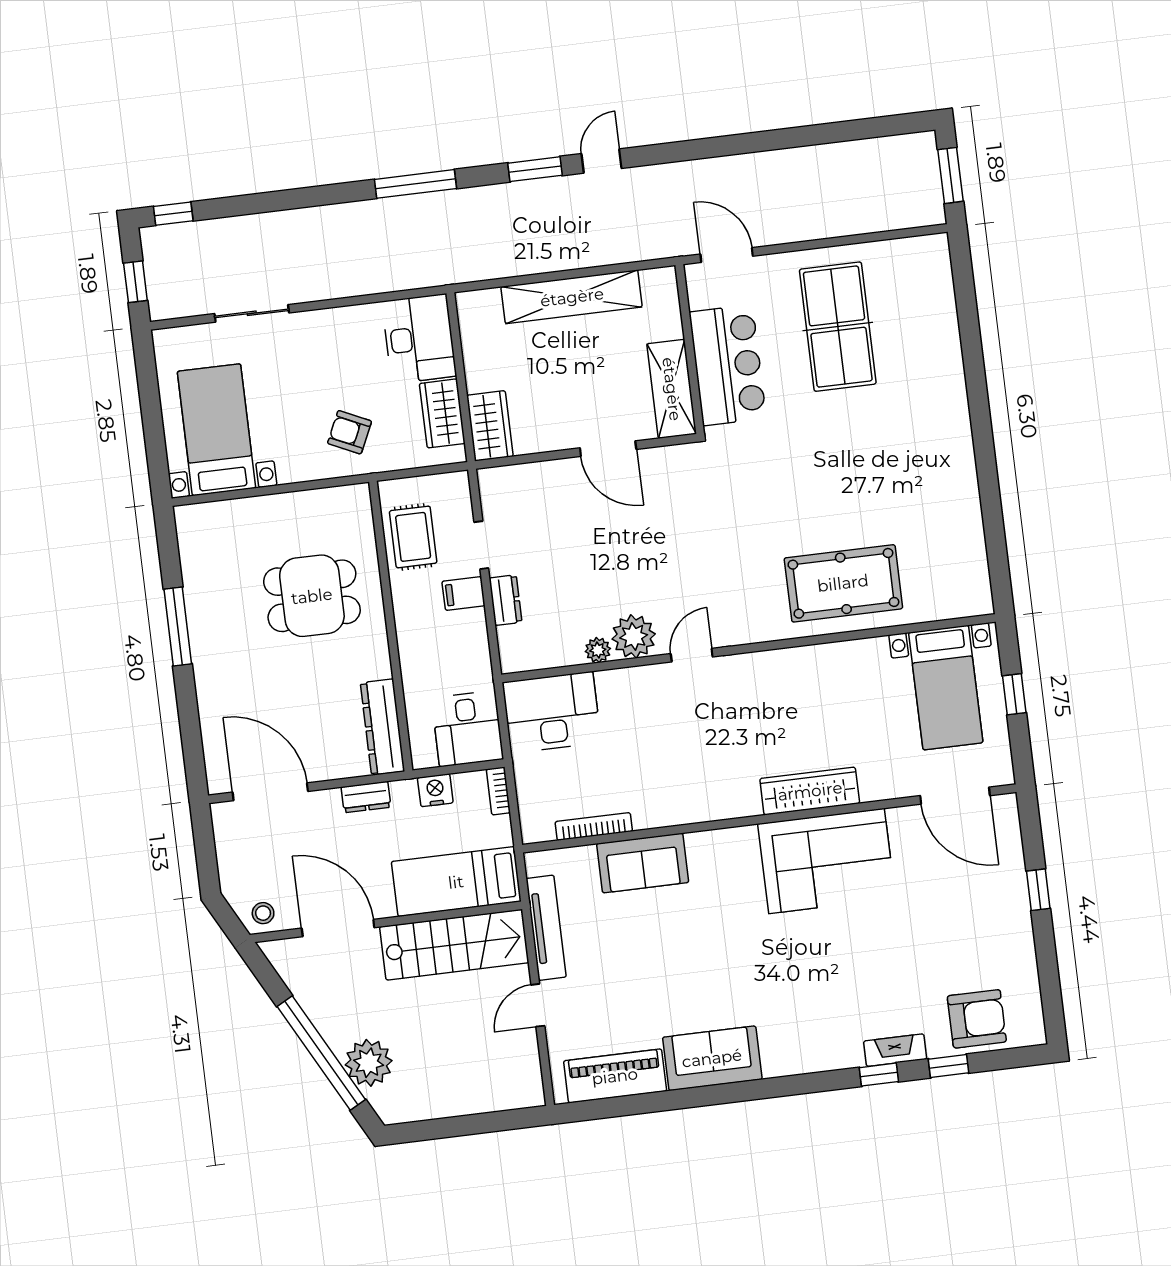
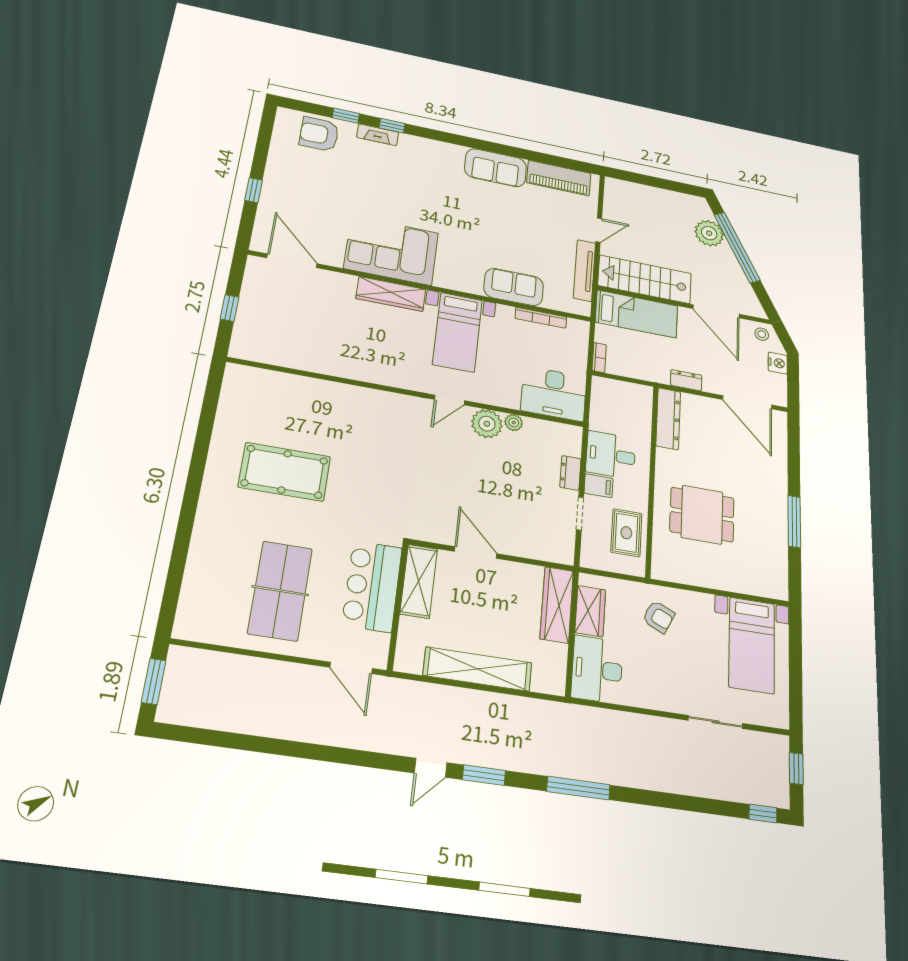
wardrobe: (490, 426) -> (557, 605), width x1.50
pool table: (843, 583) -> (285, 472), moved
bed with nightstands: (946, 688) -> (458, 332), moved, turned 180
desk: (468, 729) -> (611, 455), moved, turned -90
nightstand: (435, 790) -> (778, 363), moved, turned -90

